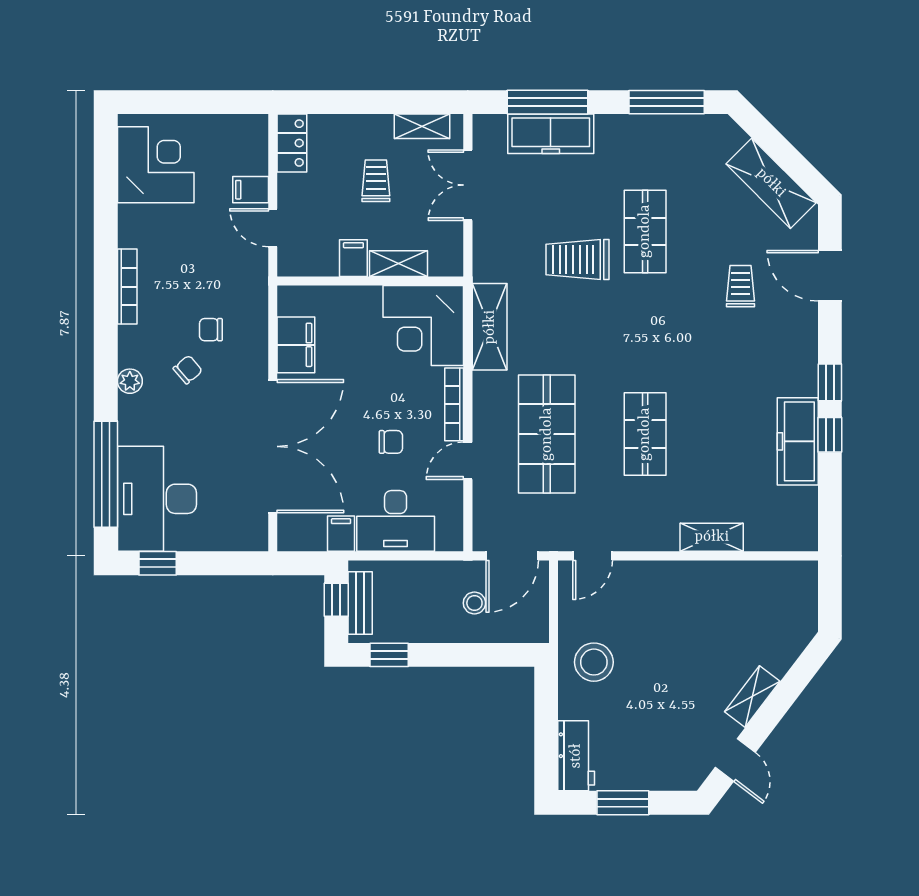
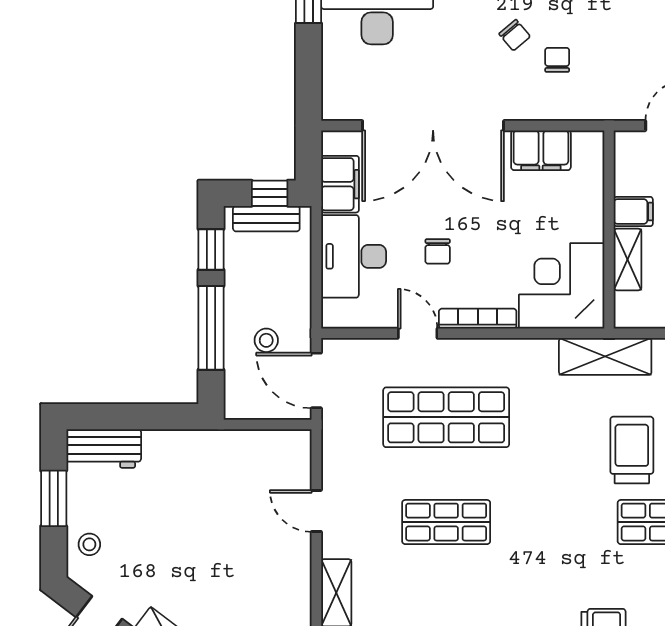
shelving: (490, 327) -> (605, 356), moved
filing cabinet: (341, 534) -> (340, 184), width x2.00
door: (593, 556) -> (316, 511), moved
window: (463, 655) -> (211, 328), added
stool: (594, 662) -> (89, 544), moved, width x0.53, depth x0.53

